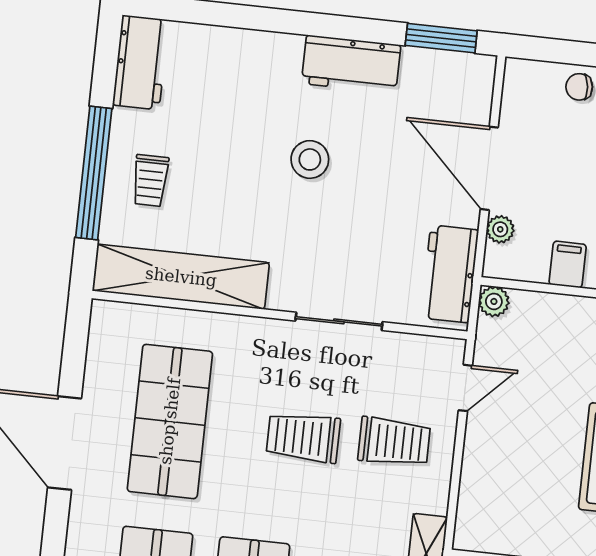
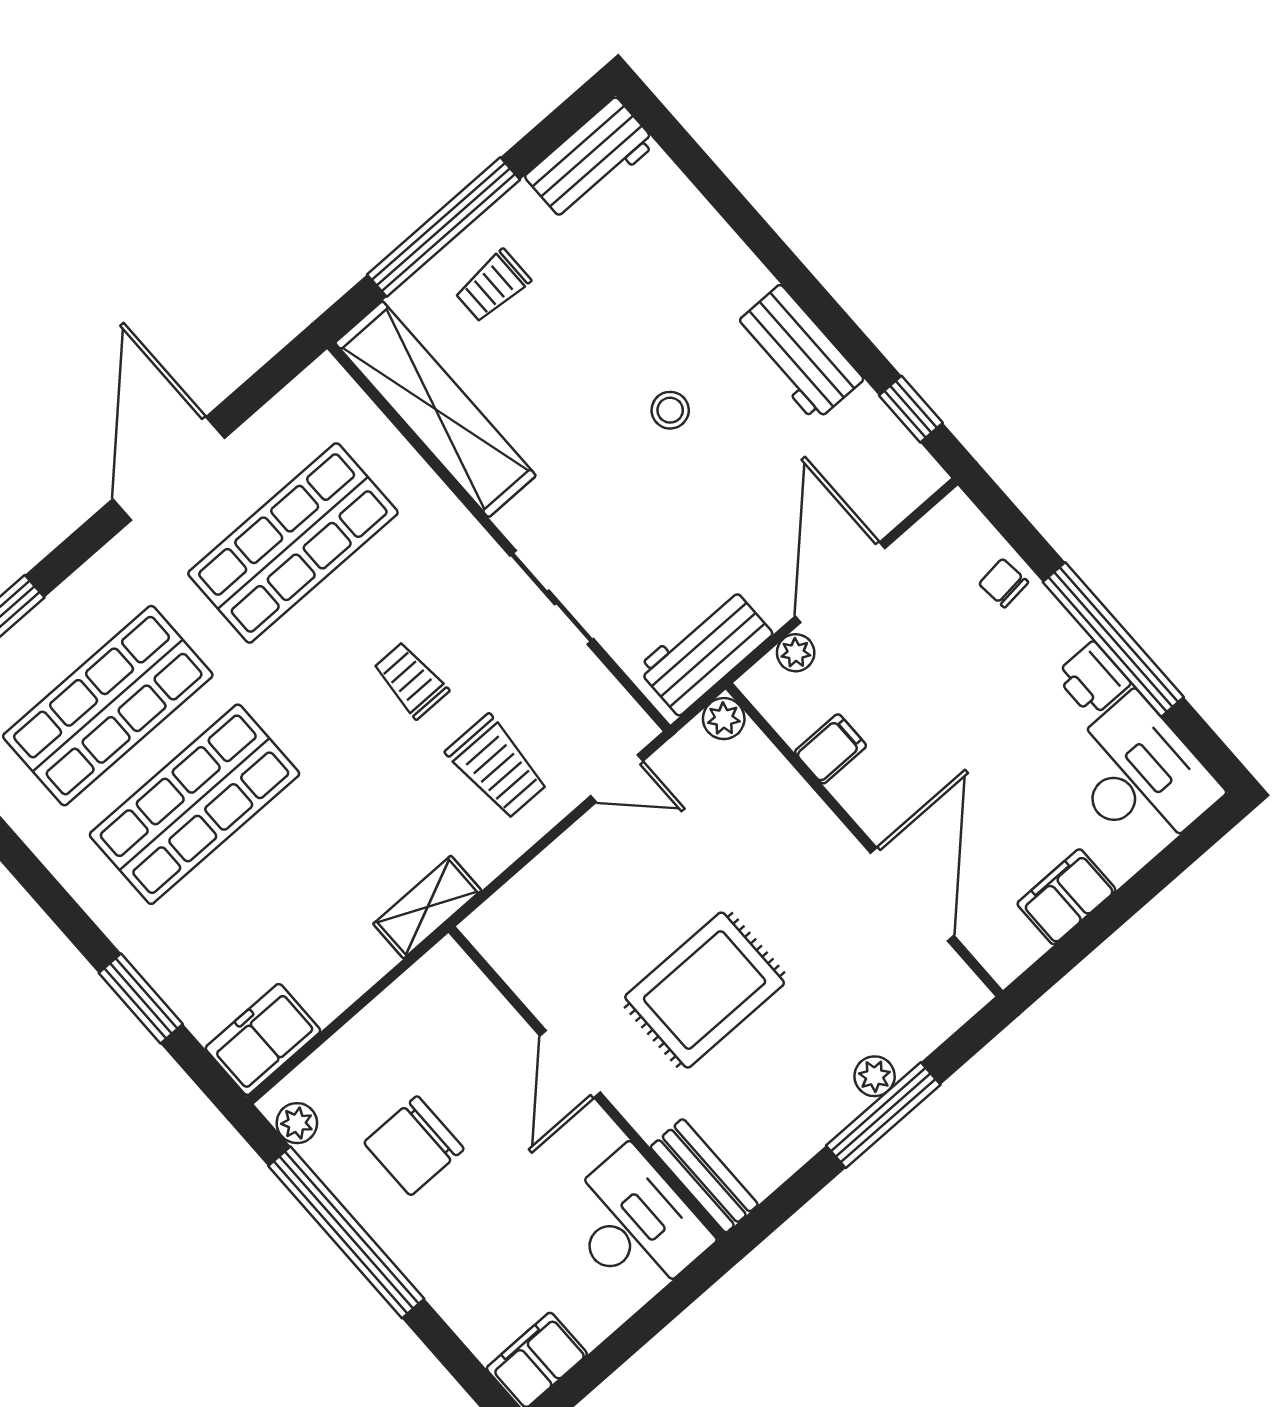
window: (441, 38) -> (911, 409), width x0.67
stool: (310, 159) -> (670, 410), width x0.73, depth x0.73
trolley: (303, 437) -> (411, 680), width x0.73, depth x0.72

